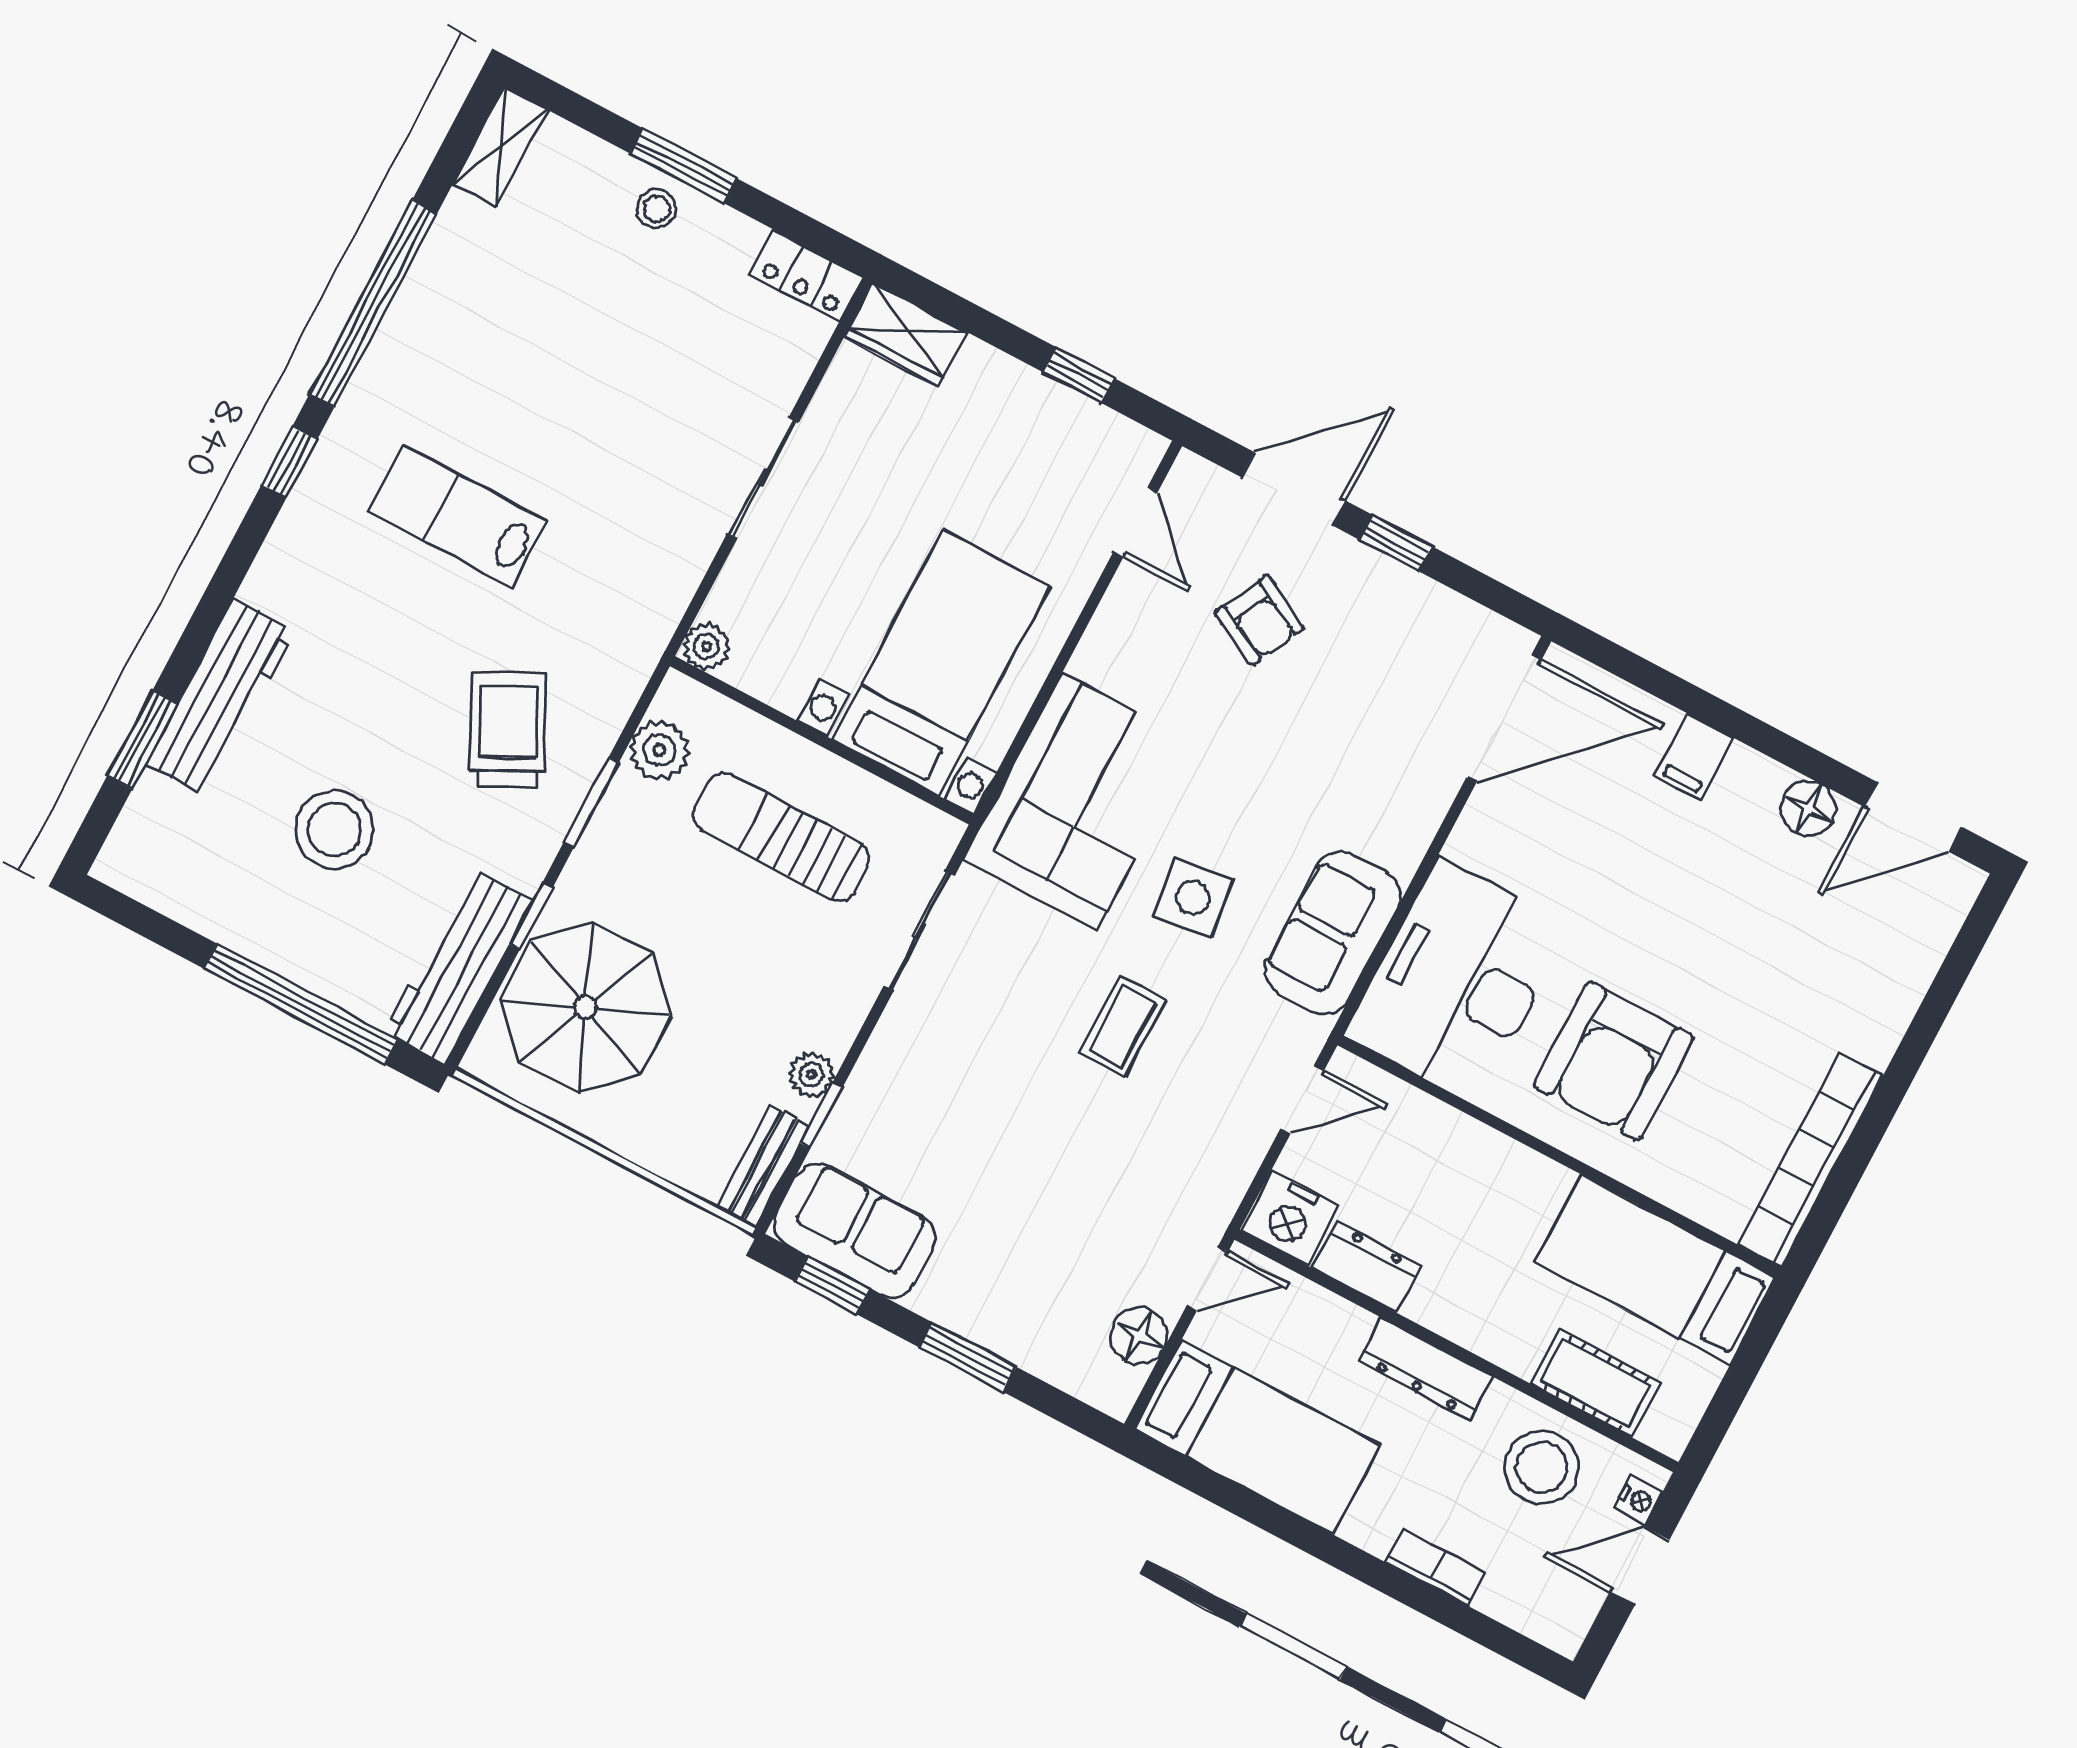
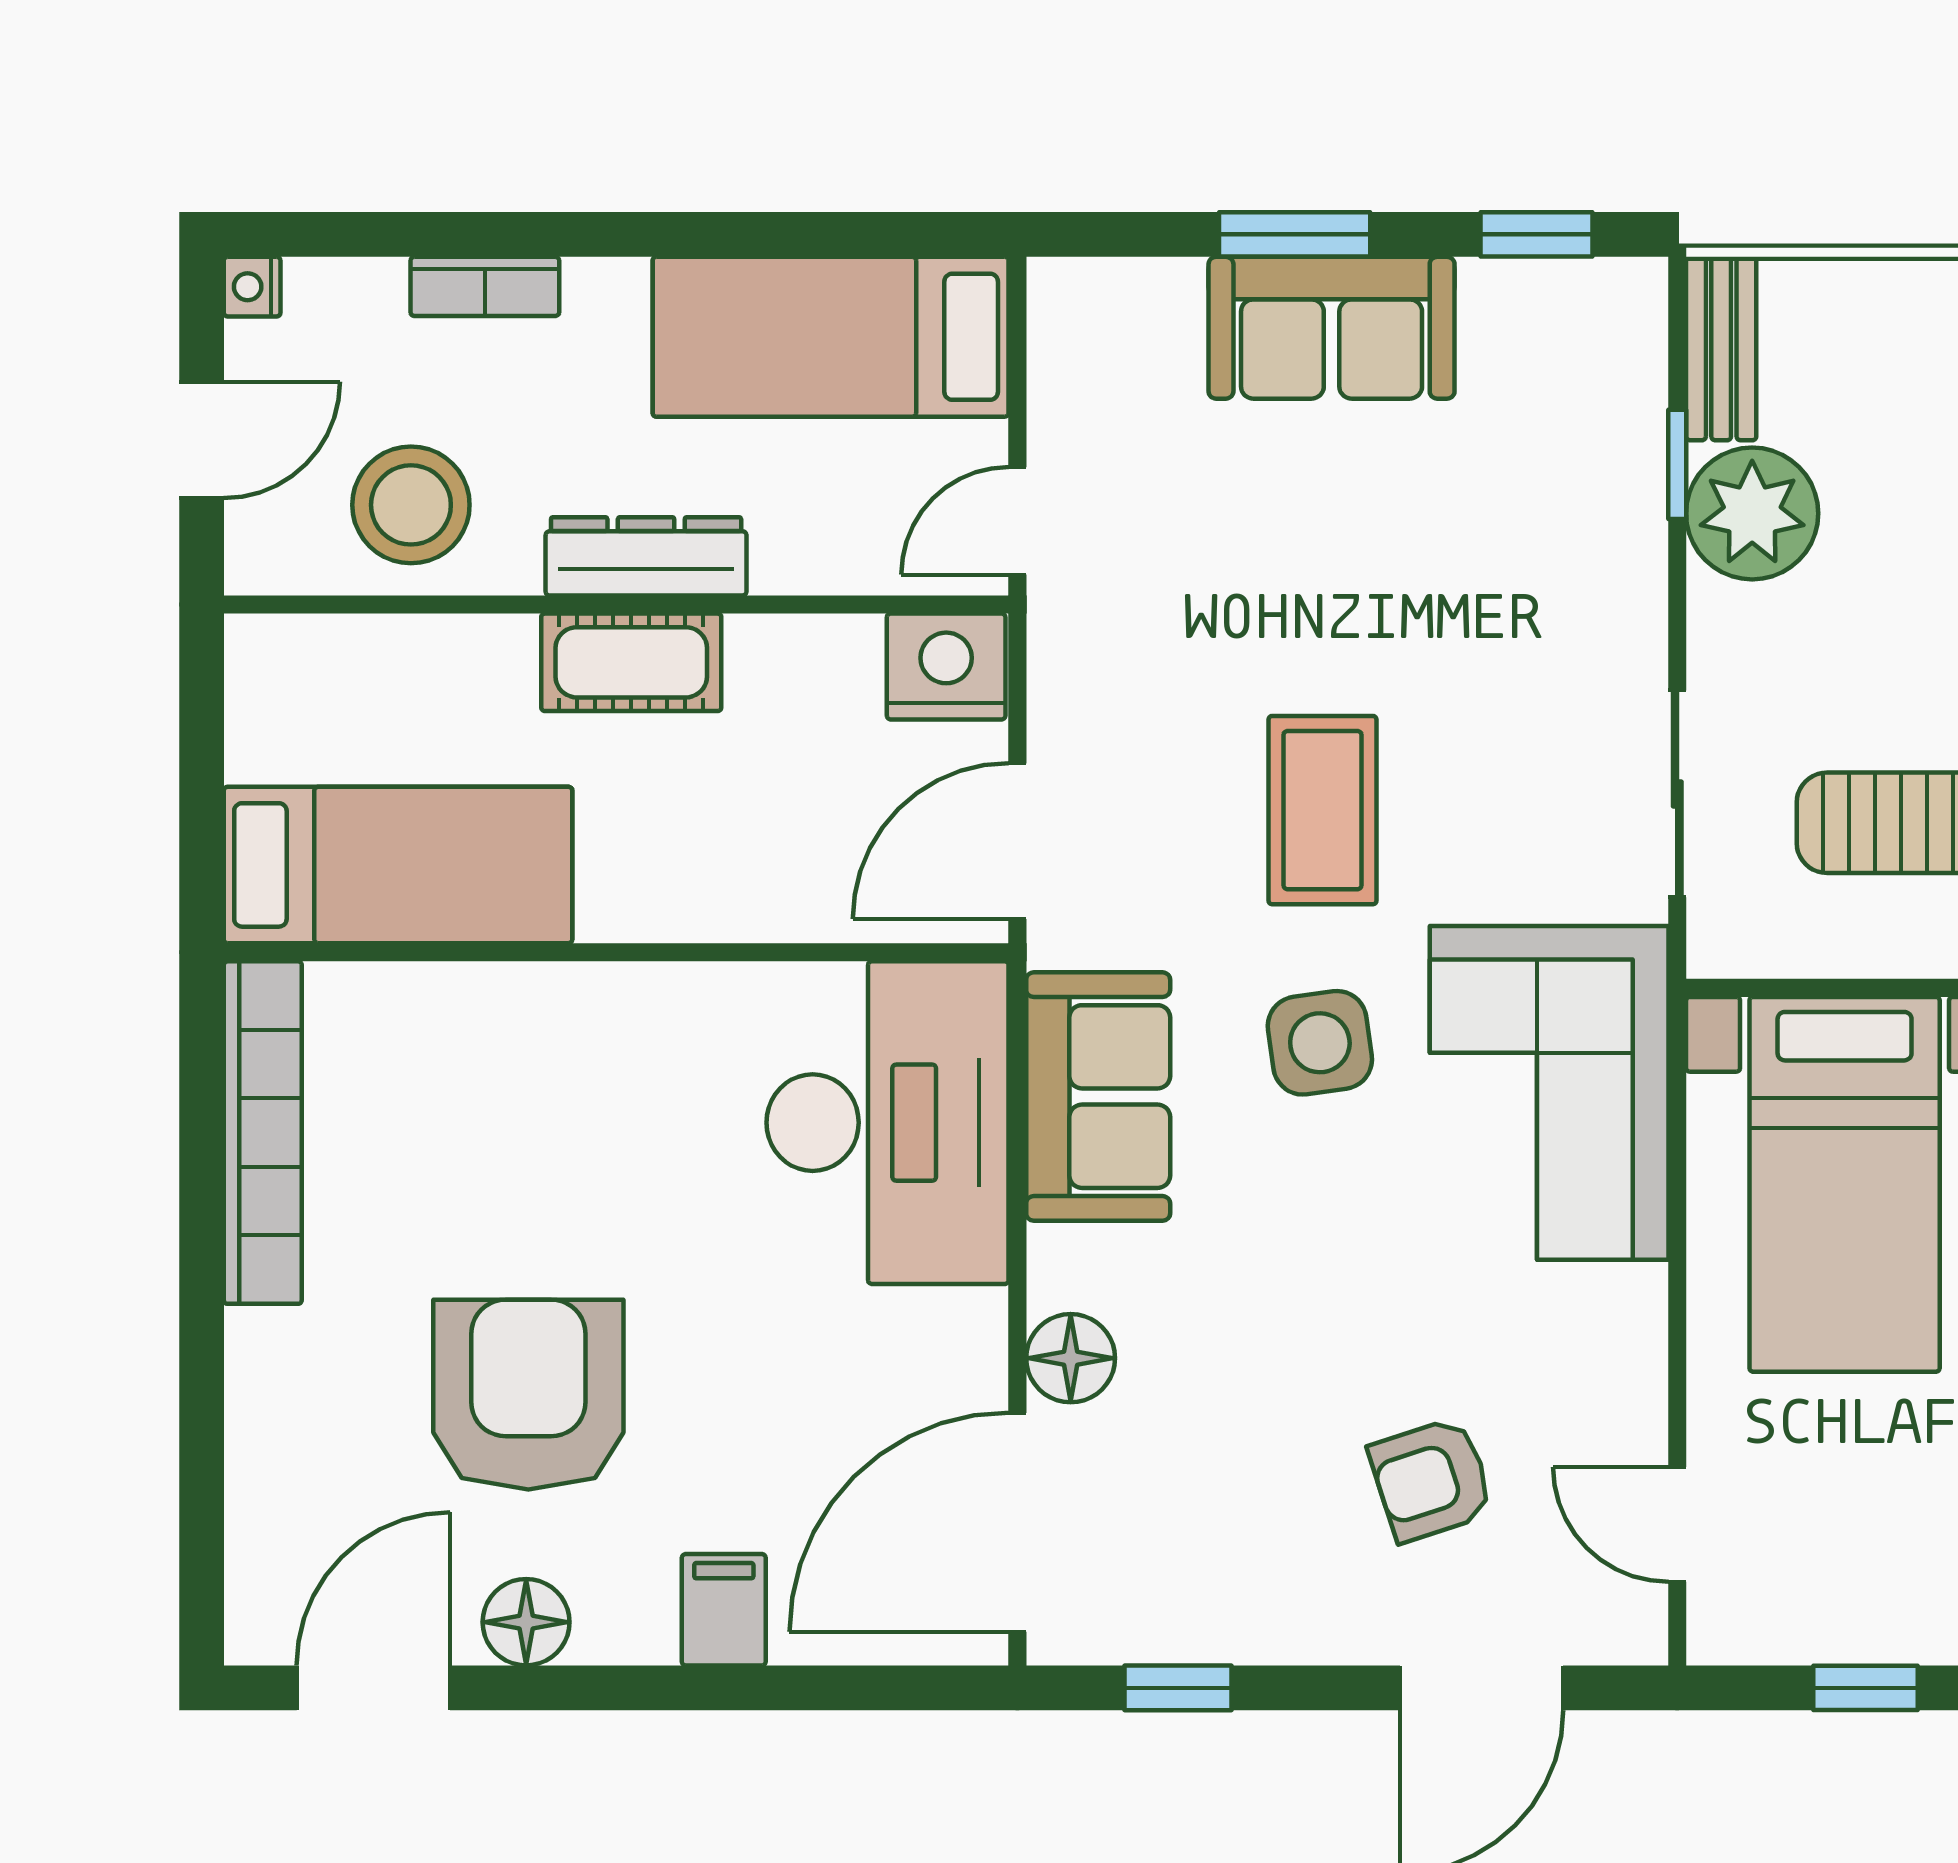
window: (1396, 543) -> (1178, 1688), moved
armchair: (1260, 620) -> (1431, 1480), turned -45
coffee table: (1122, 1027) -> (1323, 810), width x1.36, depth x1.30
armchair: (1614, 1061) -> (528, 1395), moved
plant: (811, 1075) -> (1752, 513), width x1.87, depth x1.87
door: (1302, 1100) -> (1017, 841), width x1.38
sofa: (855, 1231) -> (1332, 328), moved
dresser: (1367, 1266) -> (804, 656), removed
floor lamp: (1139, 1336) -> (1071, 1358), moved
cot: (1596, 1383) -> (631, 662), moved
nightstand: (1638, 1500) -> (252, 287), moved

